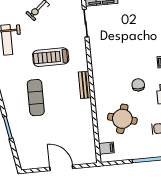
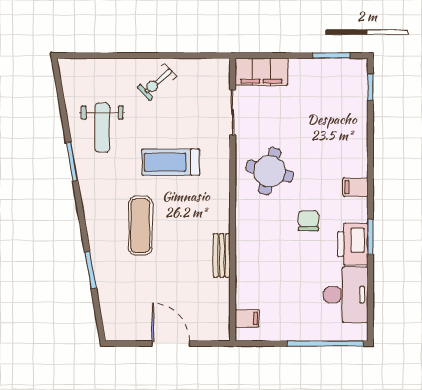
bench: (85, 85) -> (222, 255), moved
round table: (122, 119) -> (270, 171), moved

